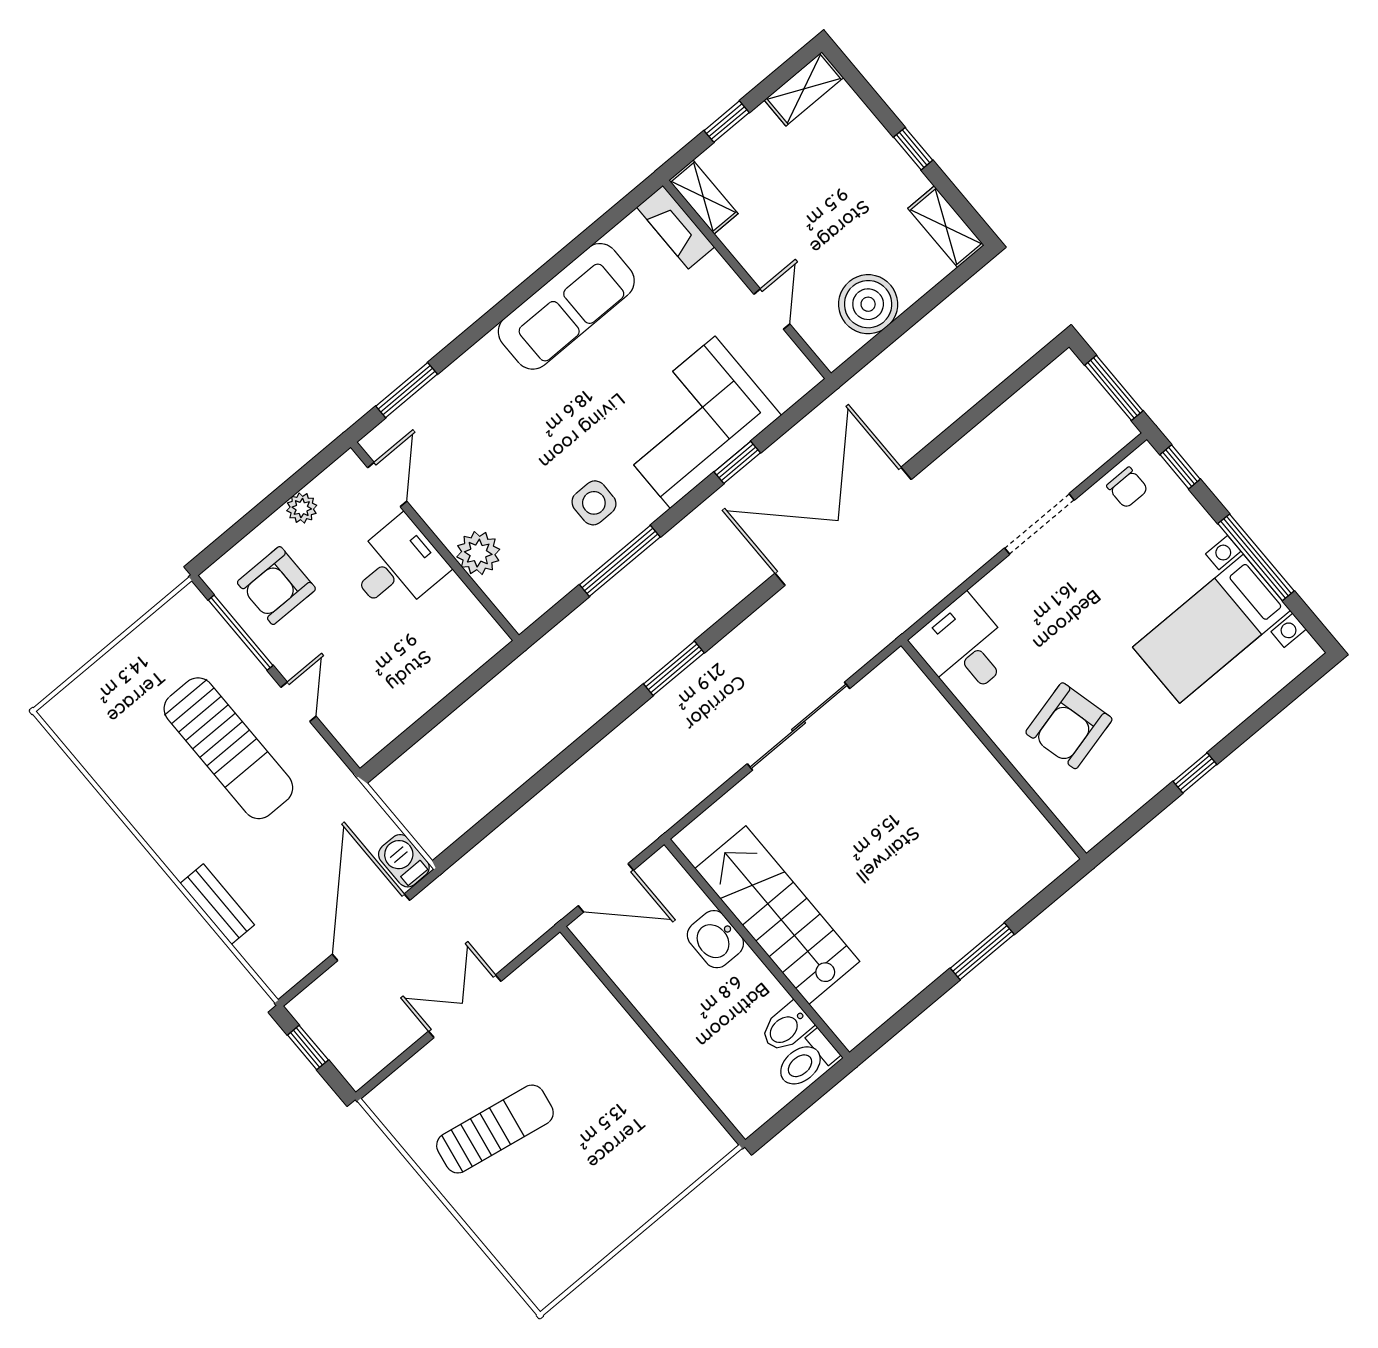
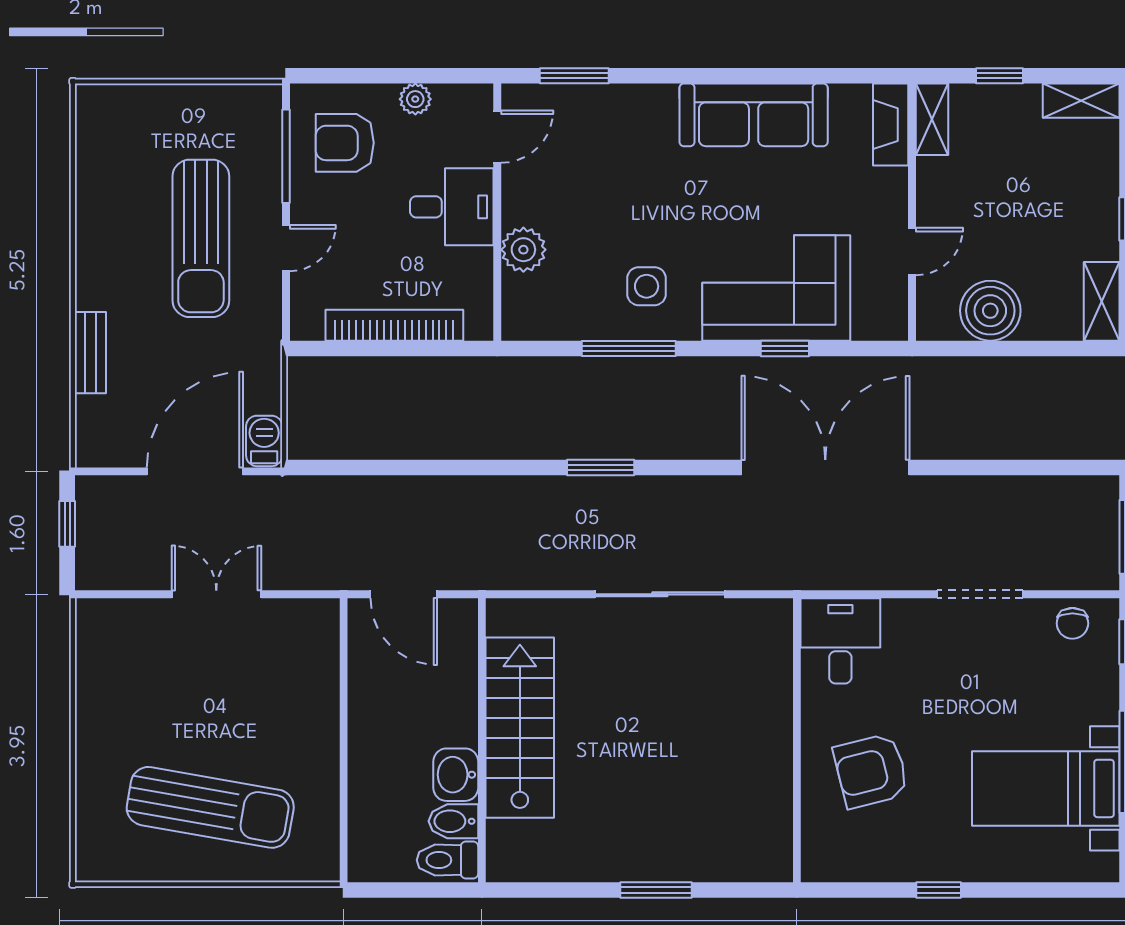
bookcase: (429, 691) -> (394, 325), added
washbasin: (715, 939) -> (456, 775), moved
sun lounger: (495, 1129) -> (210, 807), moved, width x1.36, depth x1.34

